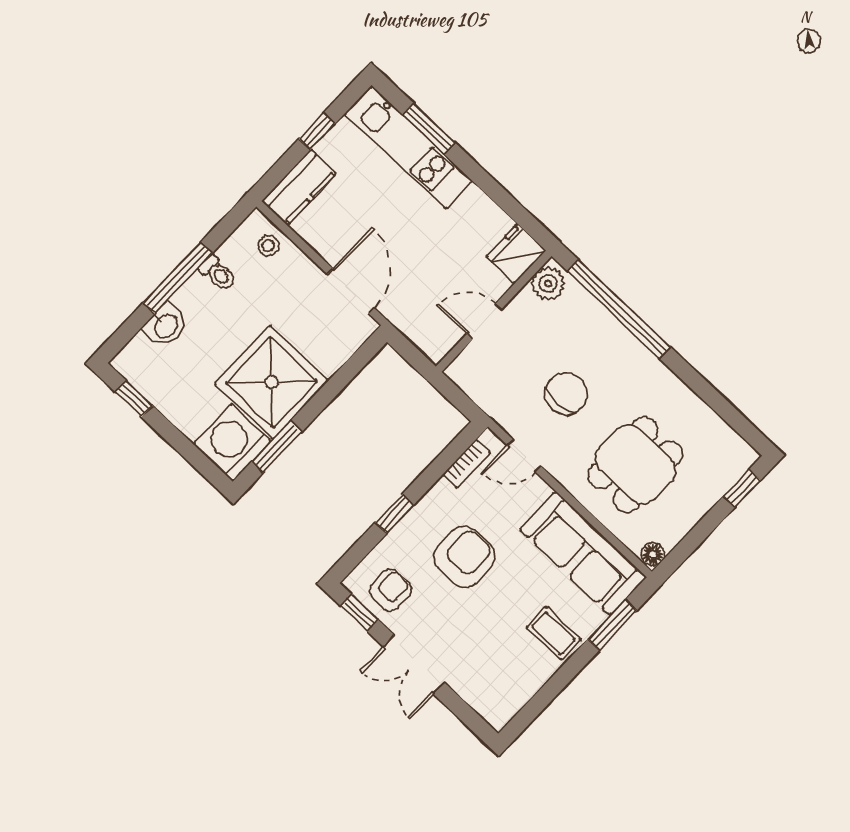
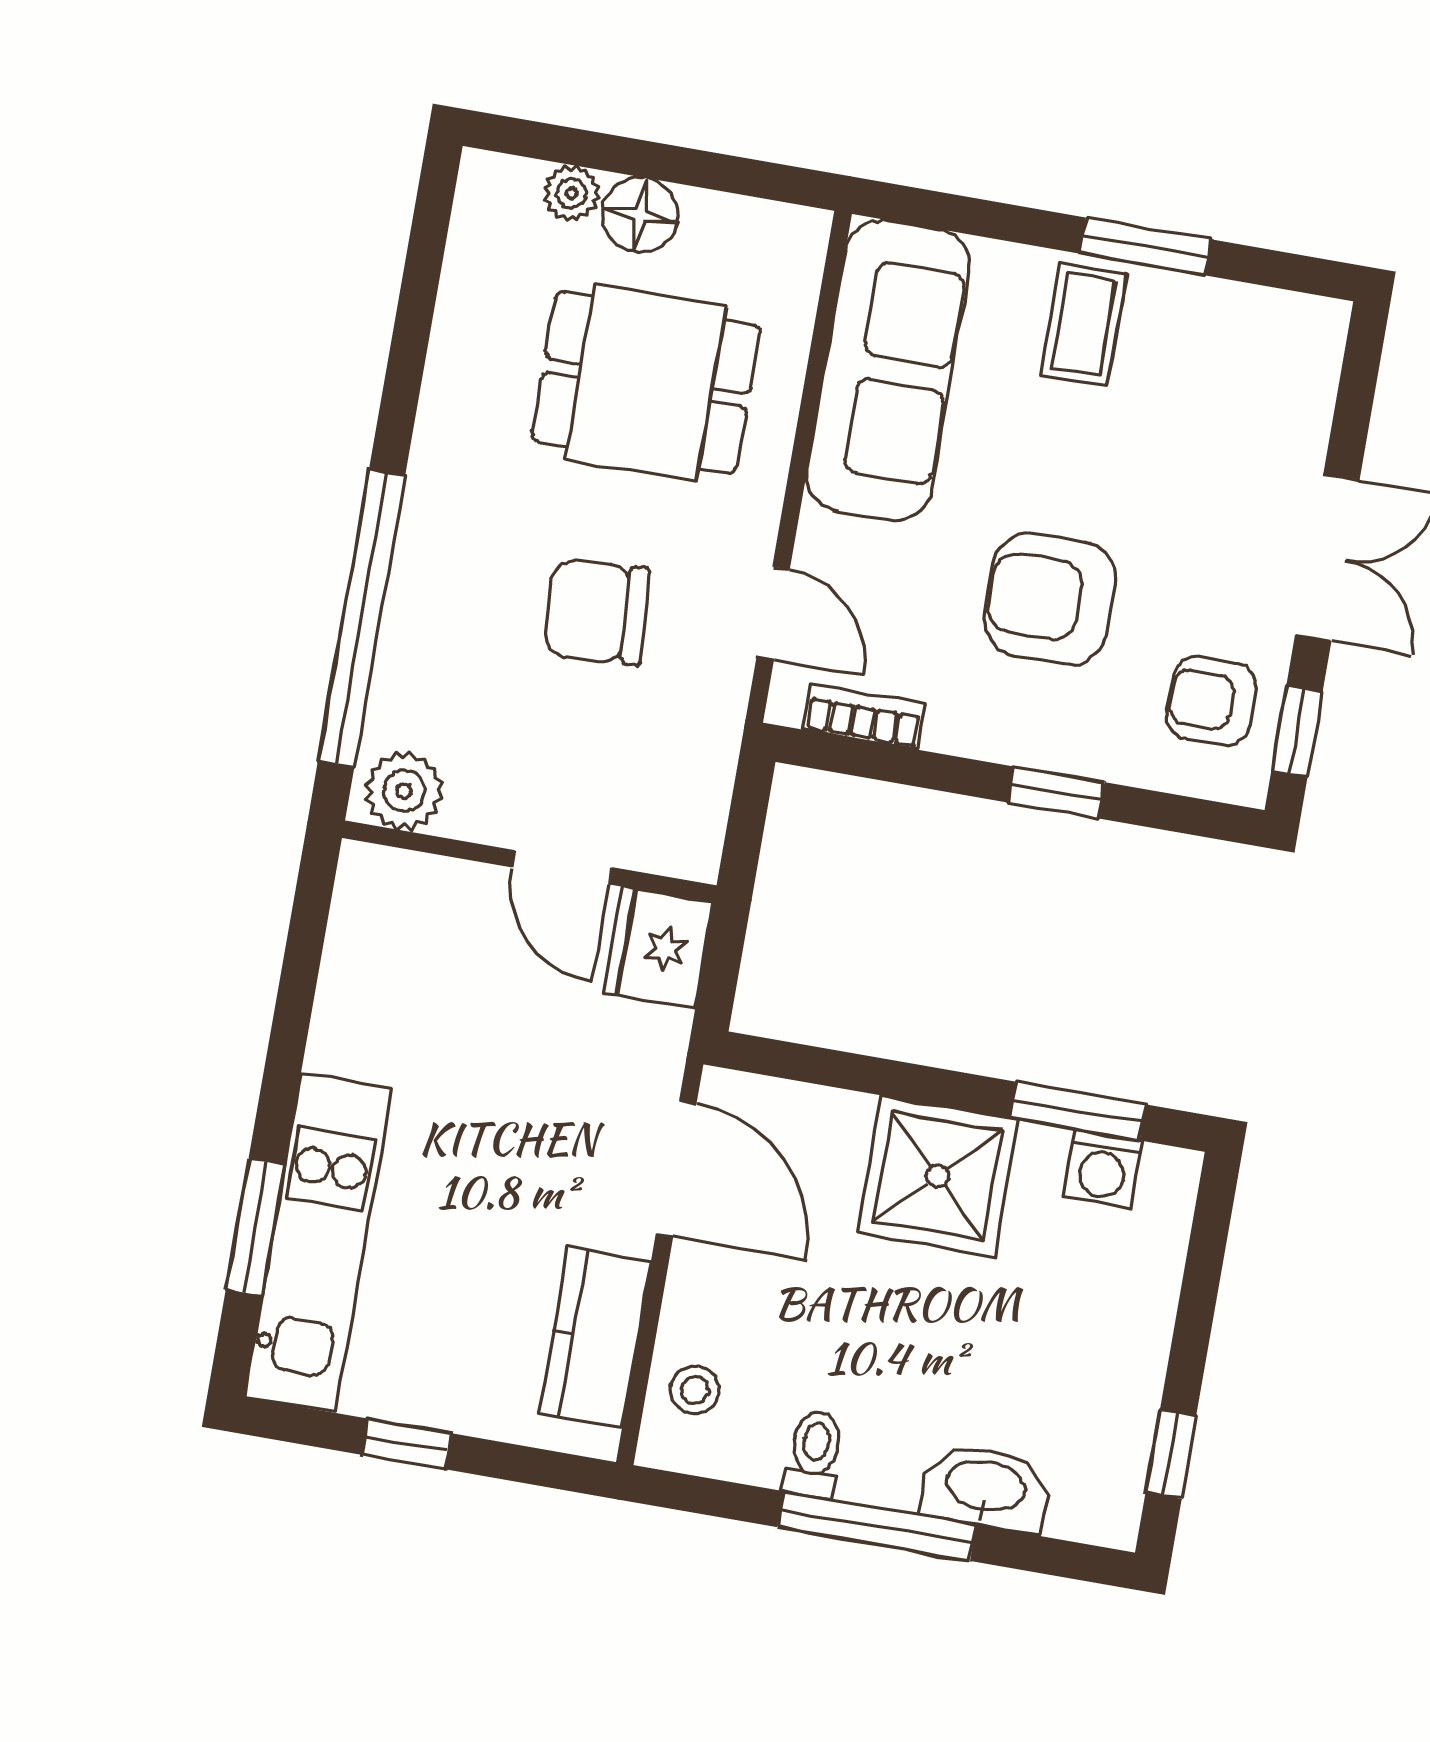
kitchen counter: (299, 187) -> (595, 1337), moved, turned -90
fridge: (516, 254) -> (659, 948), moved, turned 90
door: (351, 291) -> (676, 1169), swing flipped
washbasin: (166, 325) -> (985, 1488), width x1.38
shower: (272, 382) -> (938, 1176), width x0.73, depth x0.73
washing machine: (232, 442) -> (1103, 1169), width x0.53, depth x0.53
plant: (720, 483) -> (571, 193), added
window: (742, 488) -> (553, 143), removed
floor lamp: (653, 554) -> (640, 215), moved, width x1.37, depth x1.37
window: (612, 625) -> (1146, 247), moved

